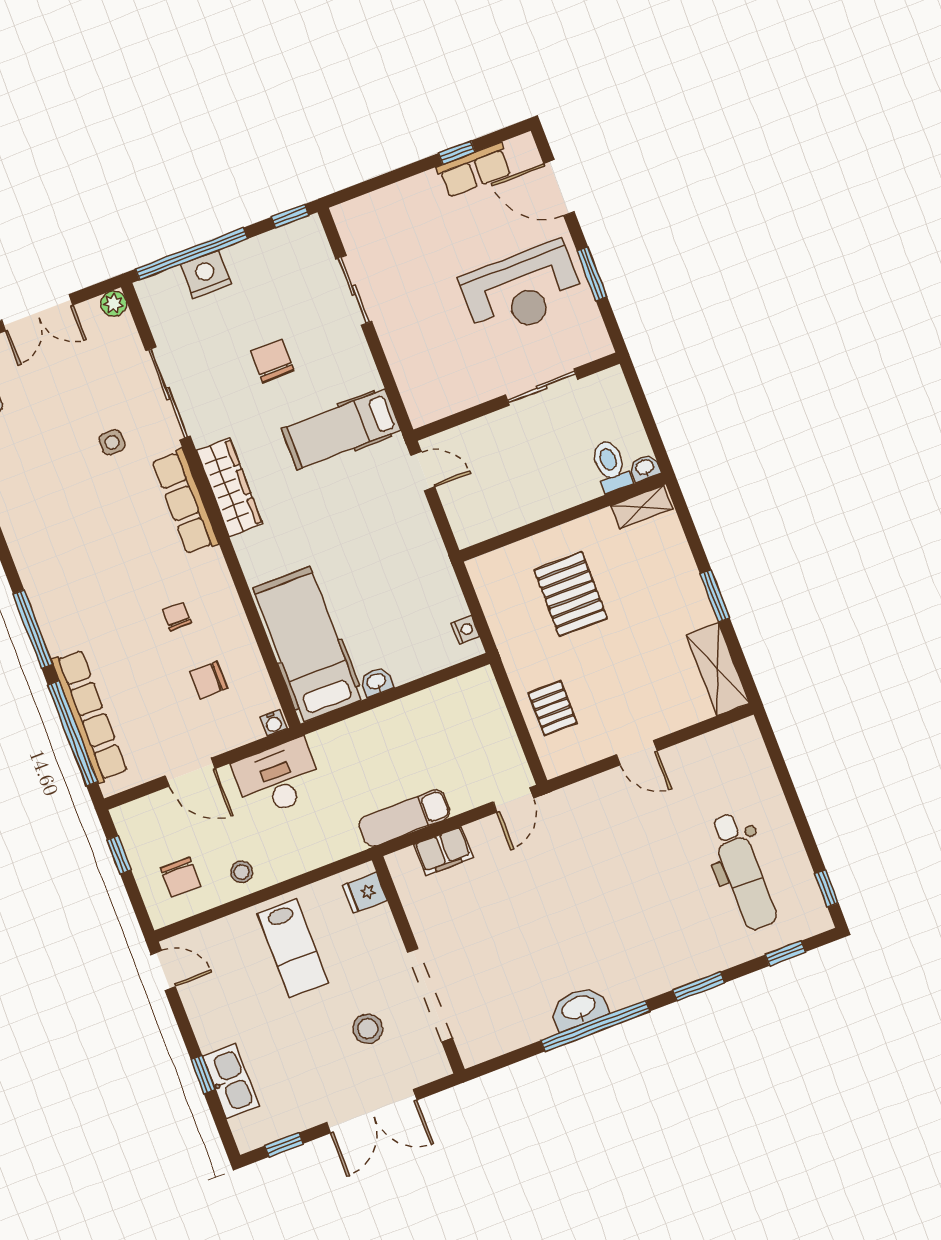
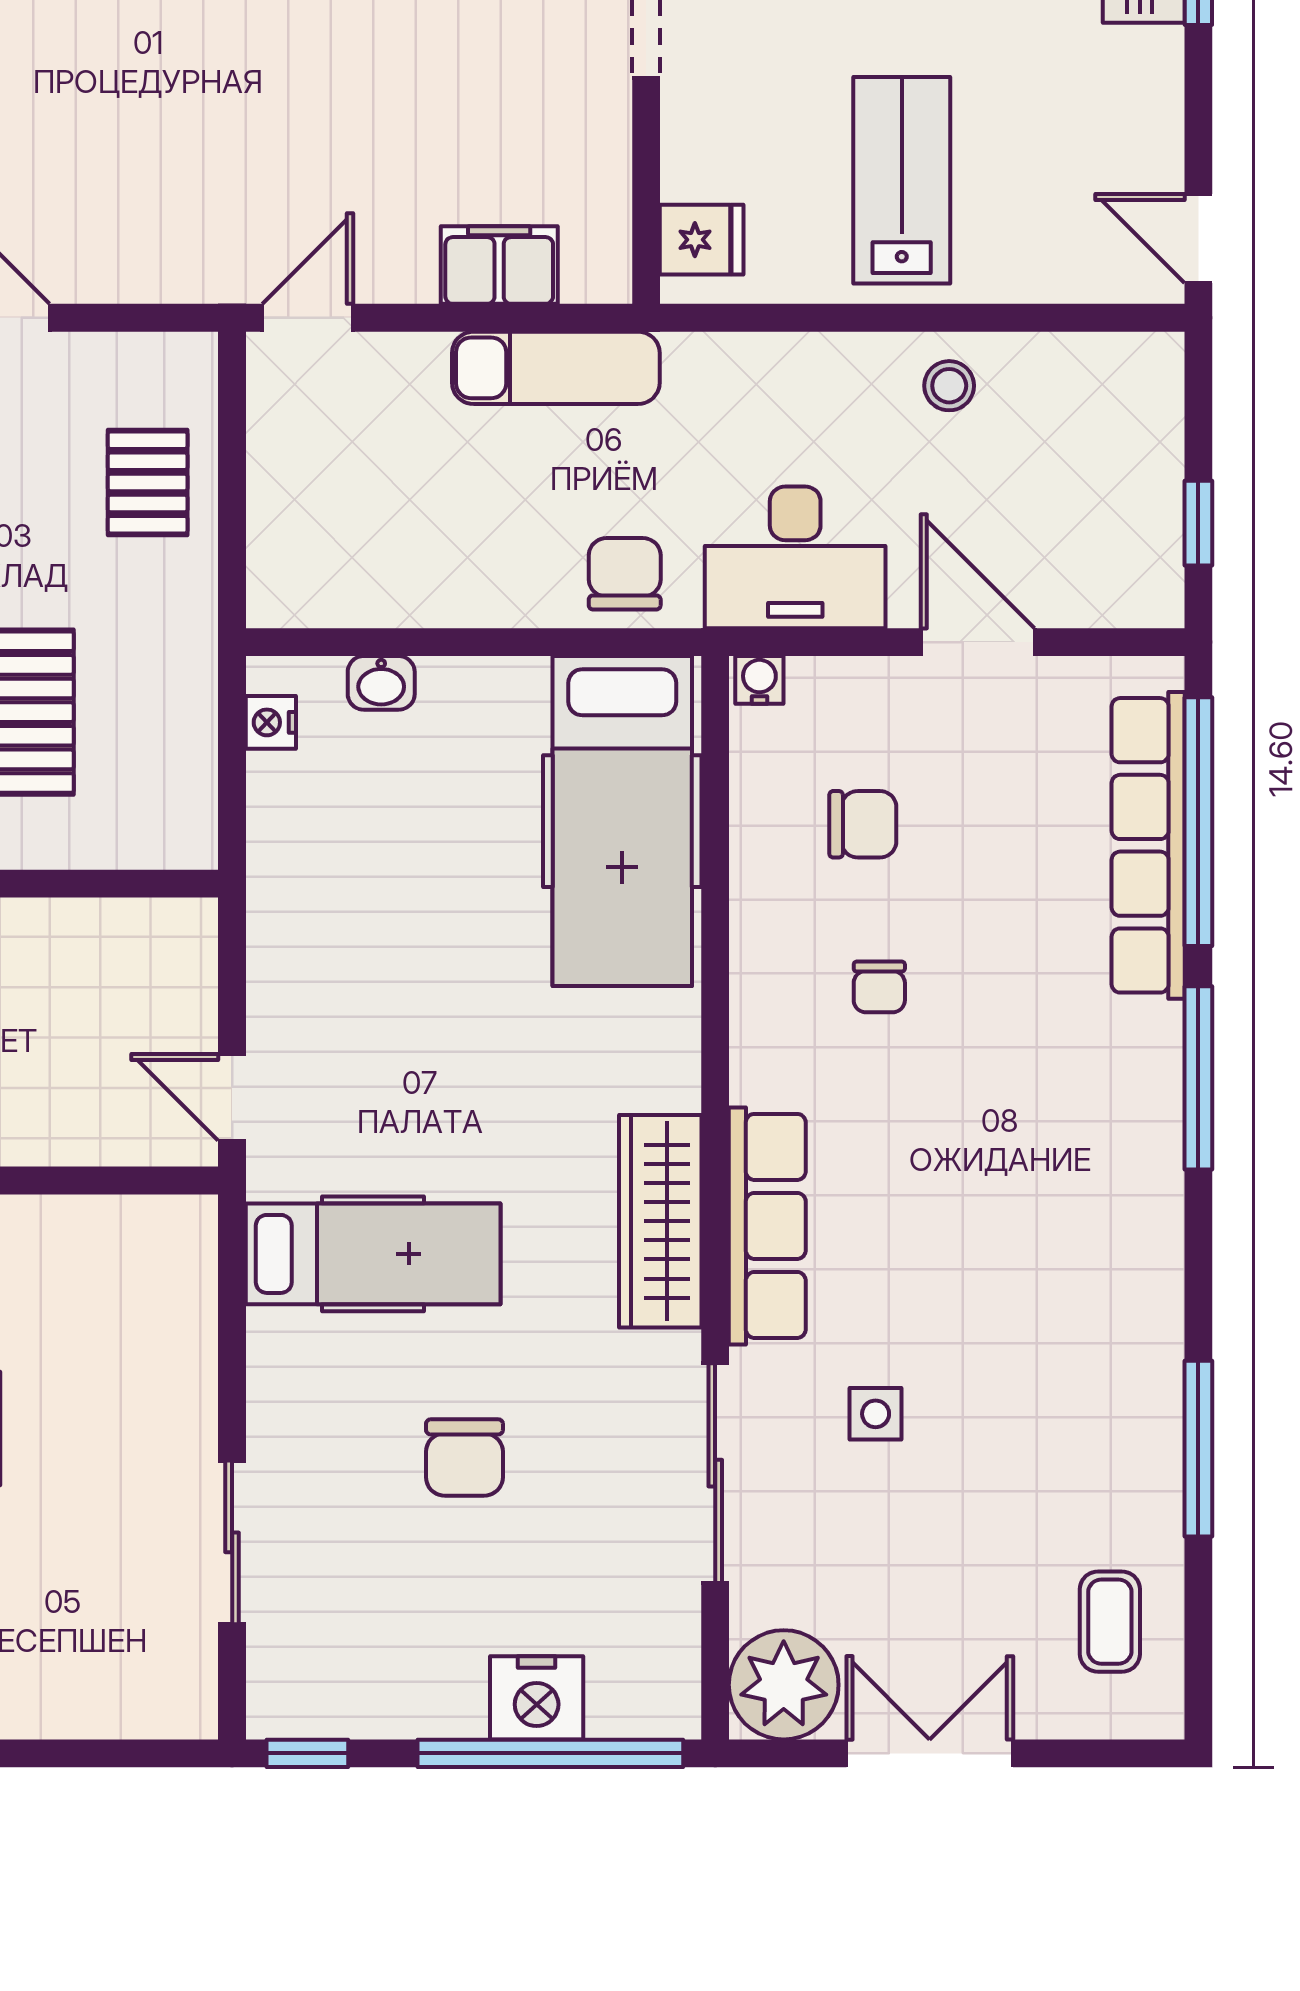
plant: (114, 304) -> (784, 1685), width x1.88, depth x1.88
washbasin: (376, 682) -> (381, 683), moved
chair: (180, 877) -> (625, 574), moved

